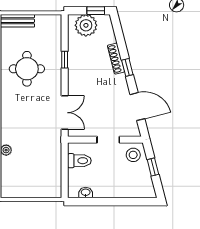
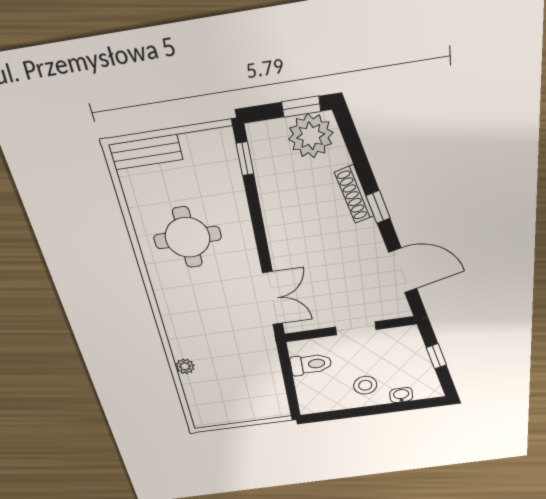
plant: (86, 25) -> (311, 136), moved
window: (65, 60) -> (245, 159), moved
stool: (133, 155) -> (365, 385), moved
washbasin: (86, 193) -> (401, 395), moved

